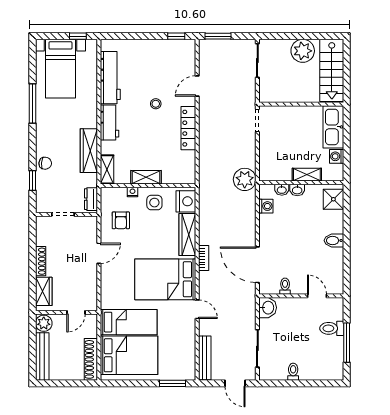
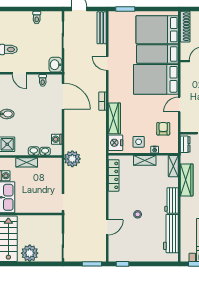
locker: (188, 128) -> (114, 175), moved
bed: (165, 279) -> (156, 79), moved, turned 180

